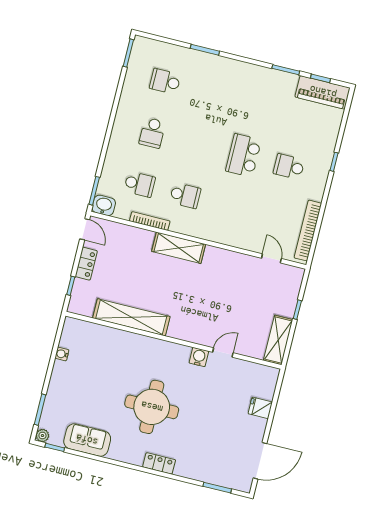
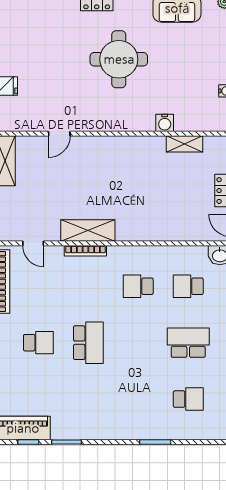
school desk: (152, 133) -> (188, 343), width x1.85
bookcase: (150, 221) -> (85, 251), moved
shelving: (179, 248) -> (88, 231), moved
shelving: (131, 317) -> (184, 144), width x0.45, depth x0.75
water cooler: (199, 357) -> (165, 123), moved

